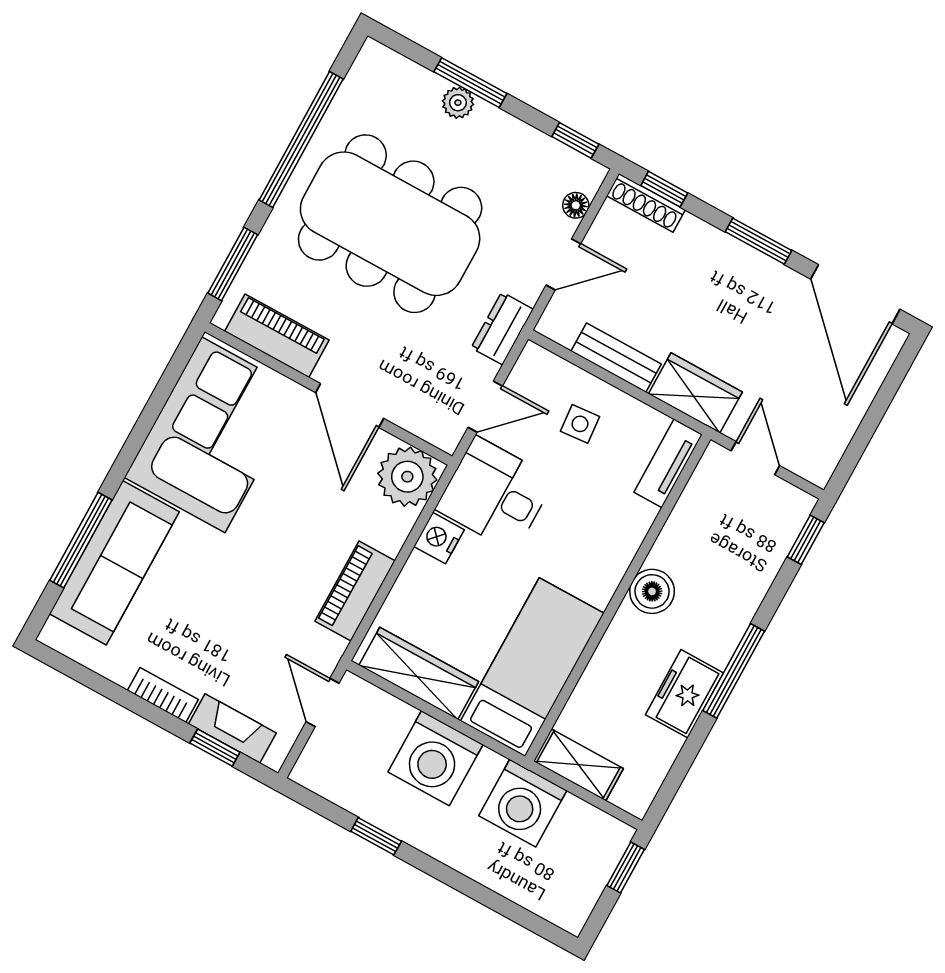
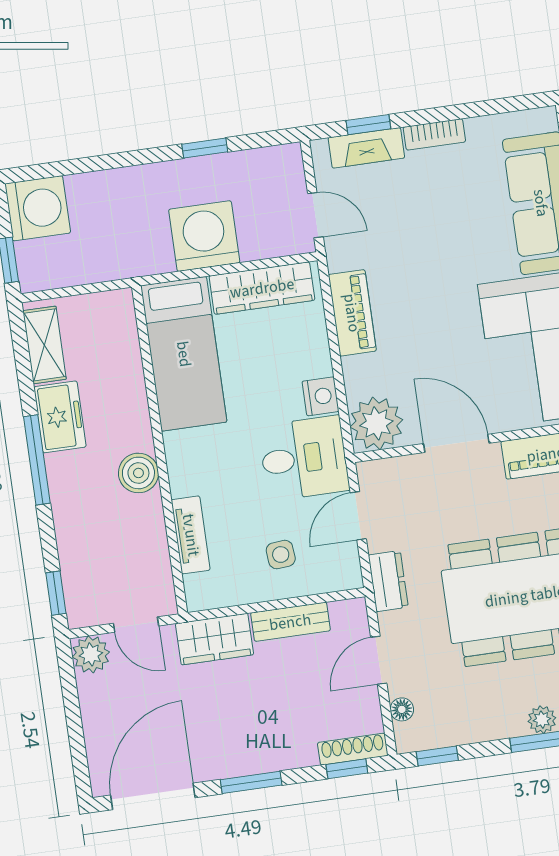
door: (855, 294) -> (153, 796), hinge flipped
plant: (816, 462) -> (91, 654), added
tv unit: (668, 463) -> (191, 535), moved
shelving: (578, 765) -> (44, 345), moved, turned 90
washing machine: (523, 803) -> (38, 208), moved, turned 90

